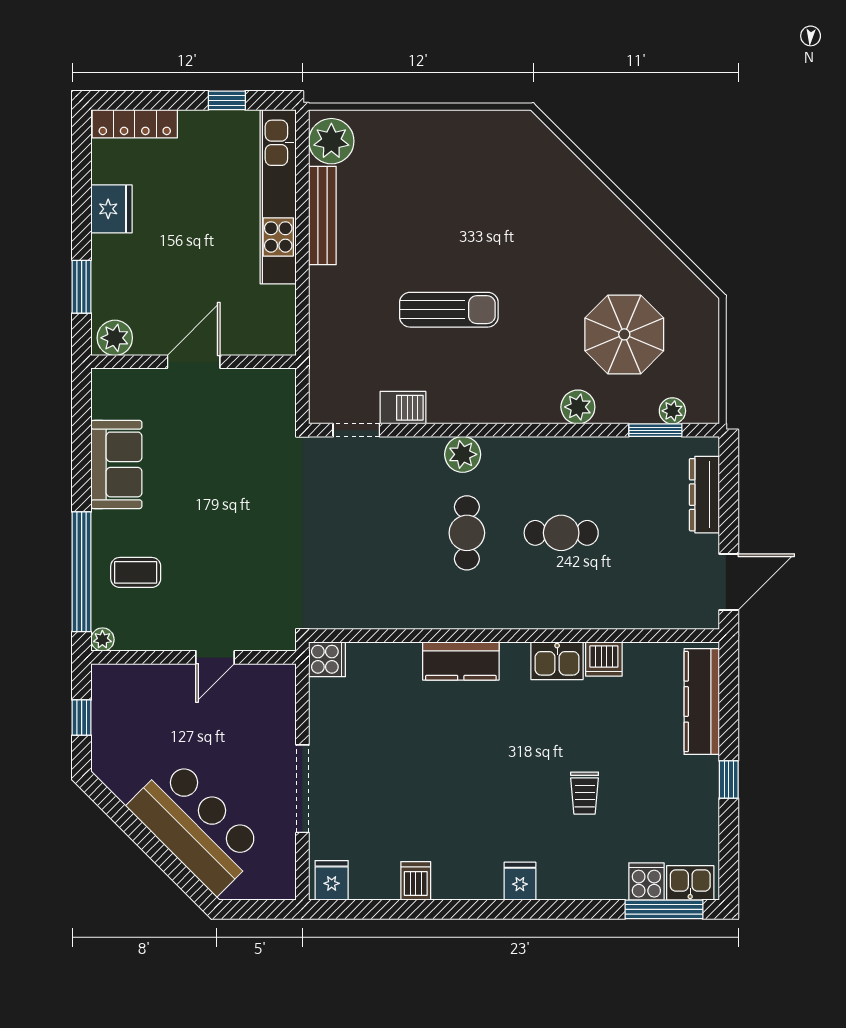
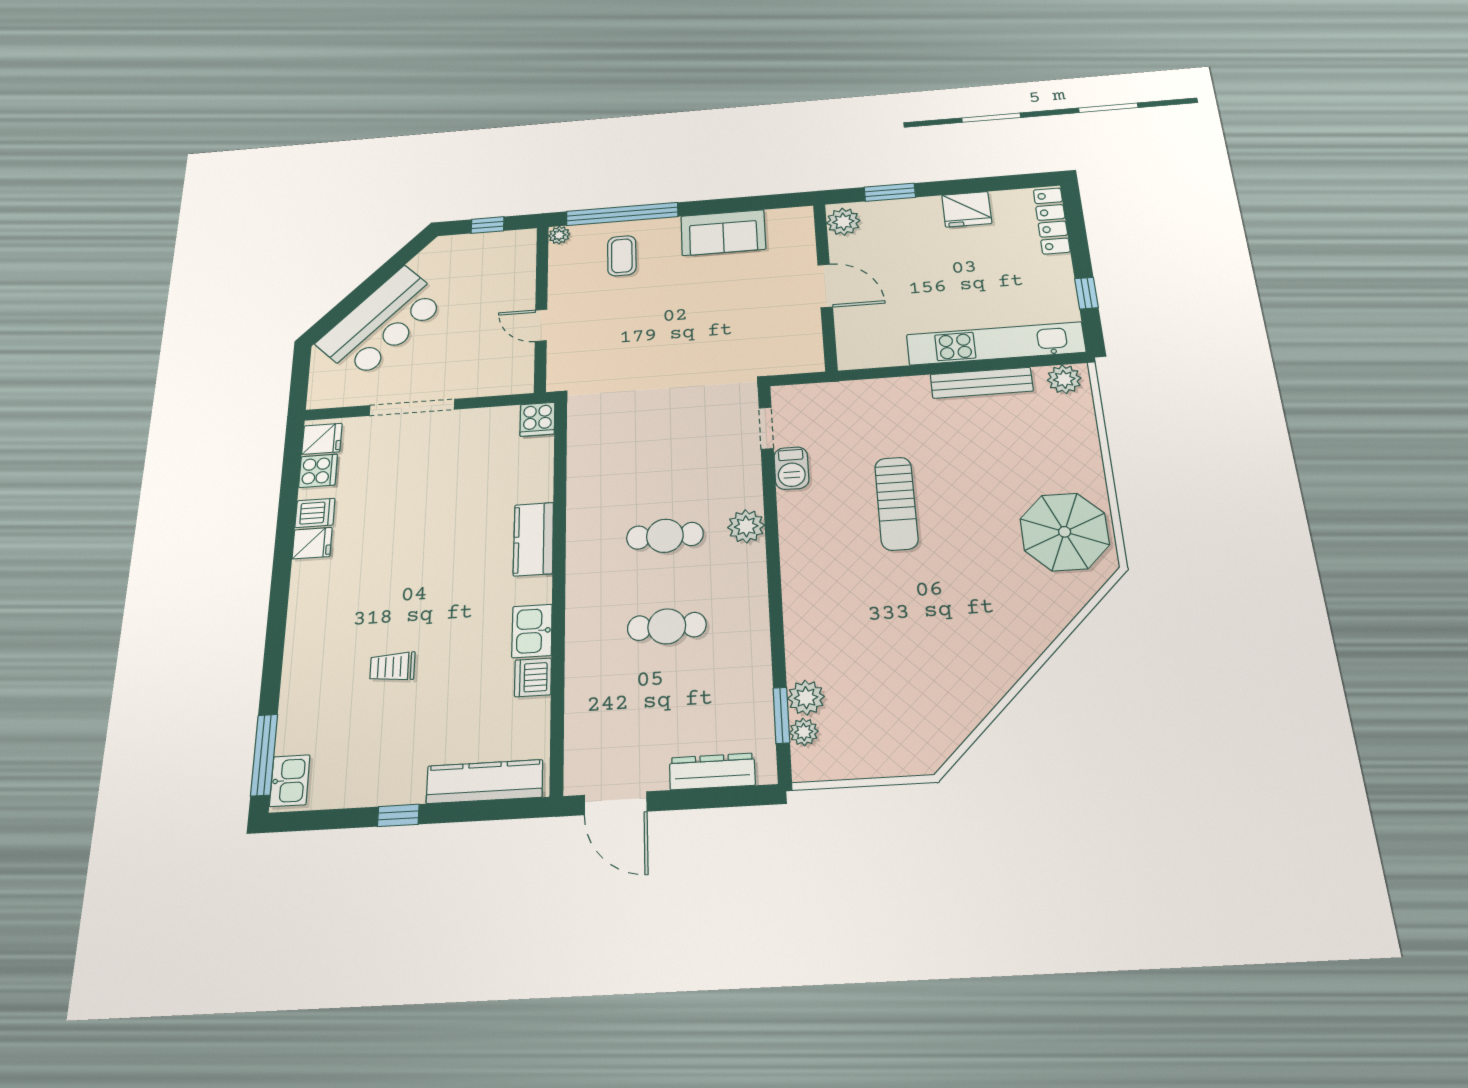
plant: (331, 141) -> (1064, 379), width x0.73, depth x0.73
parasol: (624, 334) -> (1065, 532), moved
plant: (578, 407) -> (806, 698), moved
cafe table: (561, 533) -> (667, 626), turned 90
fridge: (520, 881) -> (312, 543), moved
cooker: (646, 881) -> (318, 471), moved

